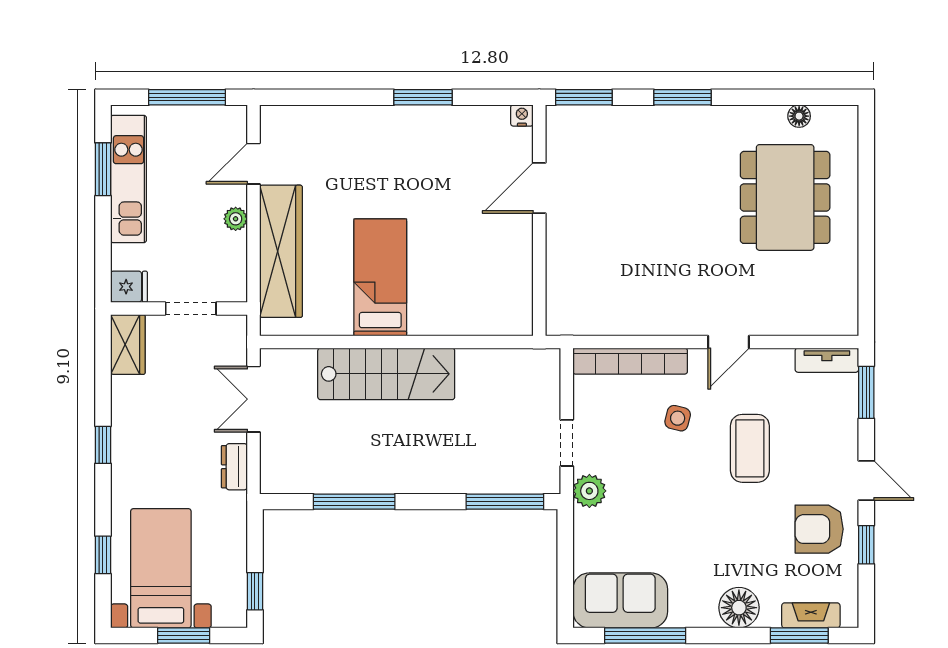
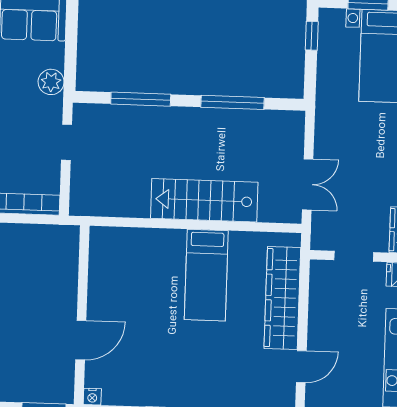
plant: (236, 219) -> (317, 324), removed
dresser: (234, 467) -> (324, 133), removed
plant: (589, 491) -> (51, 82), moved
window: (505, 502) -> (141, 99), moved

